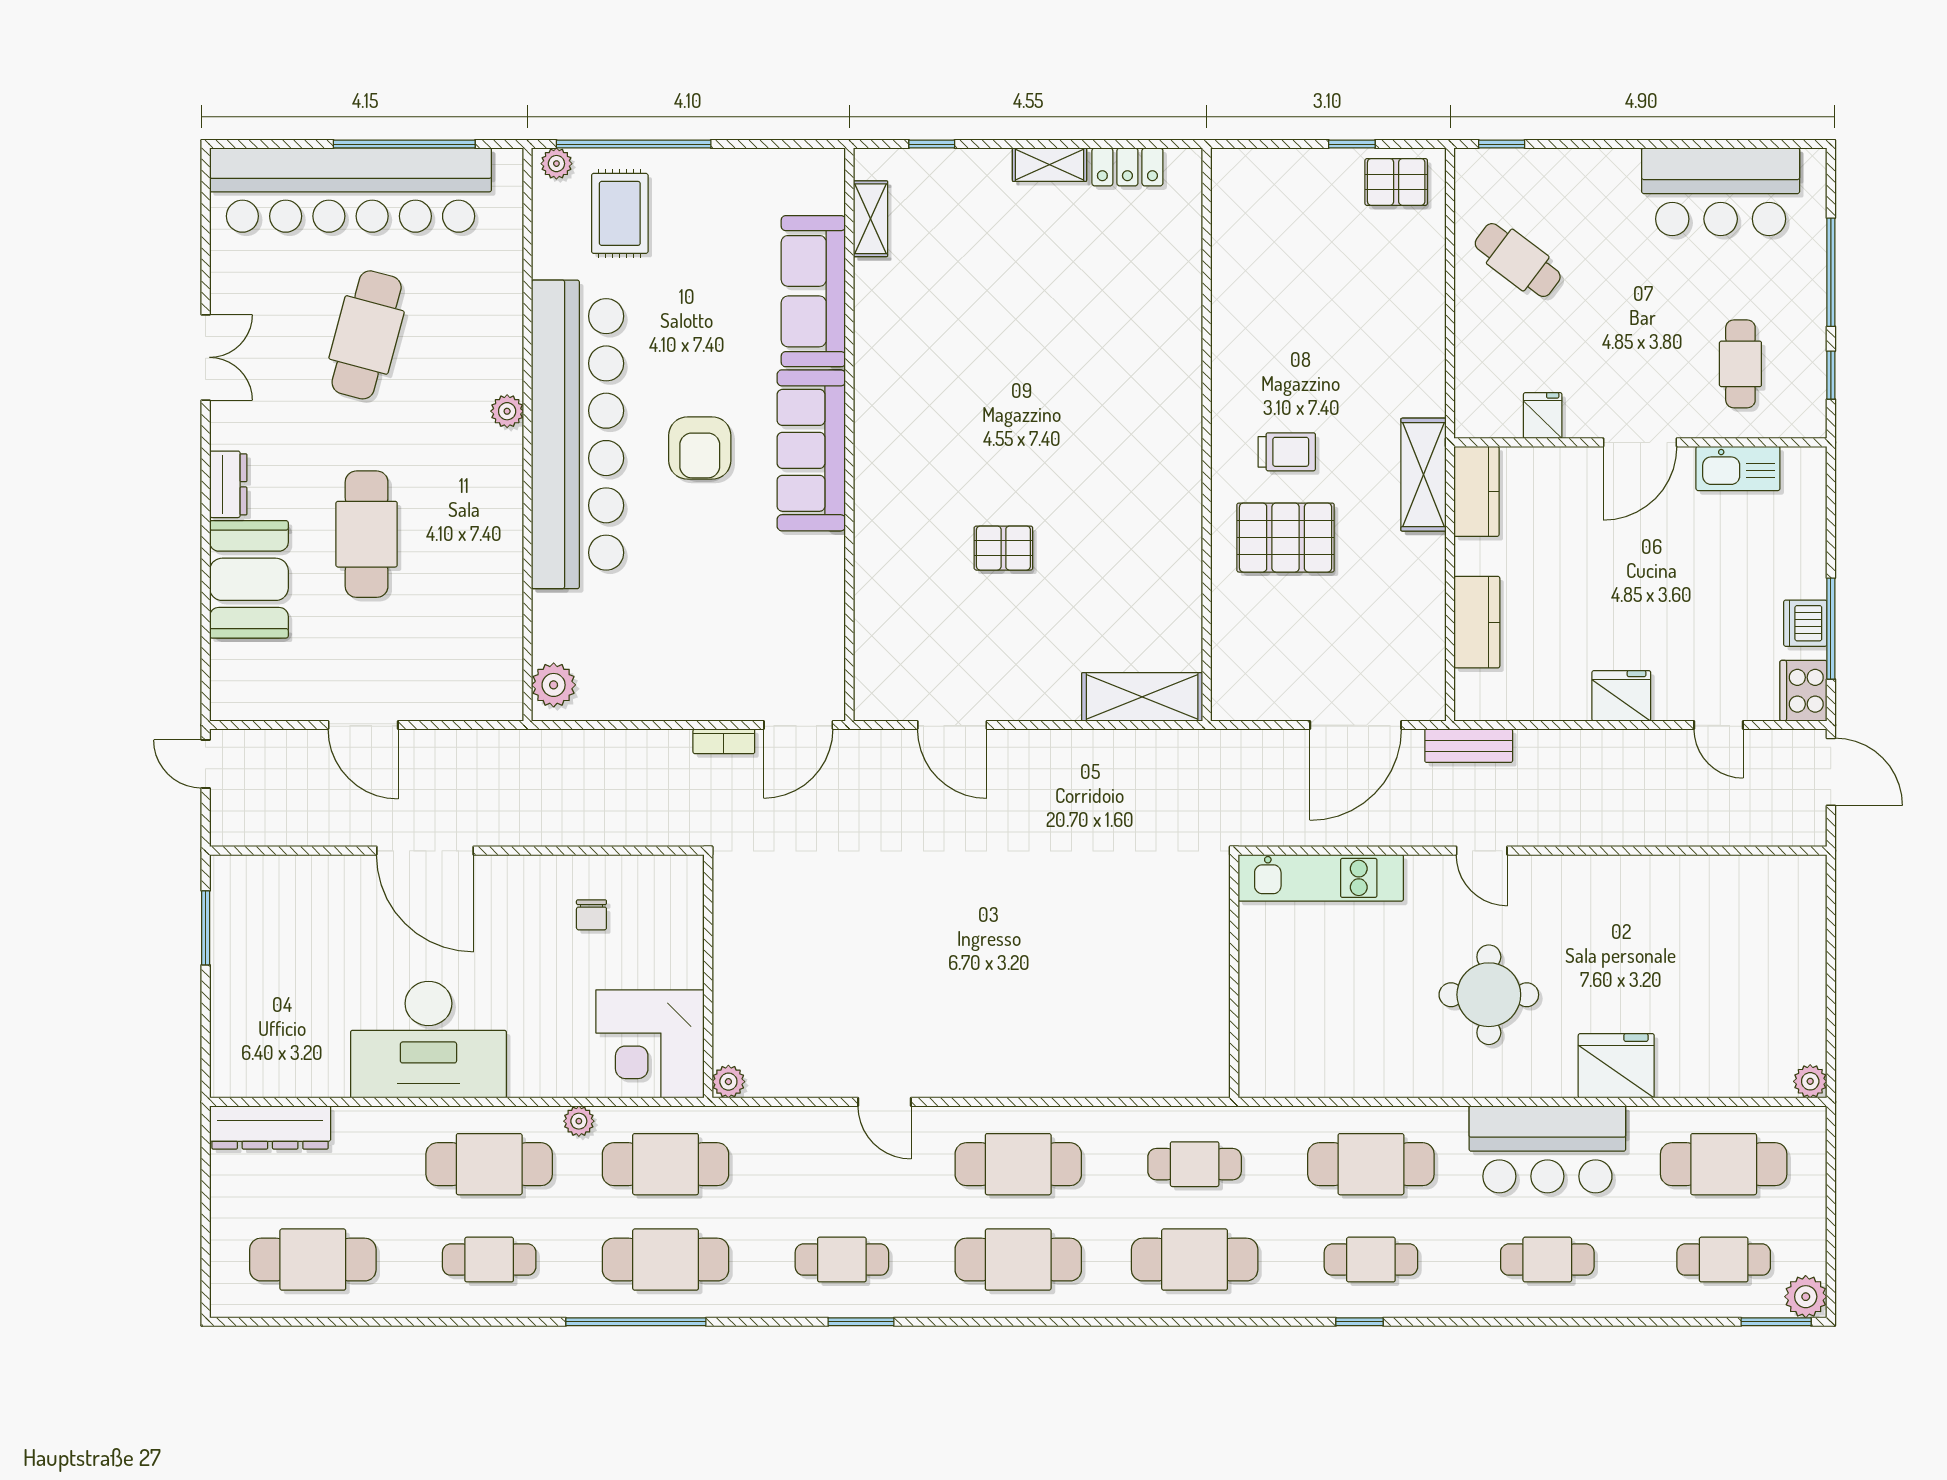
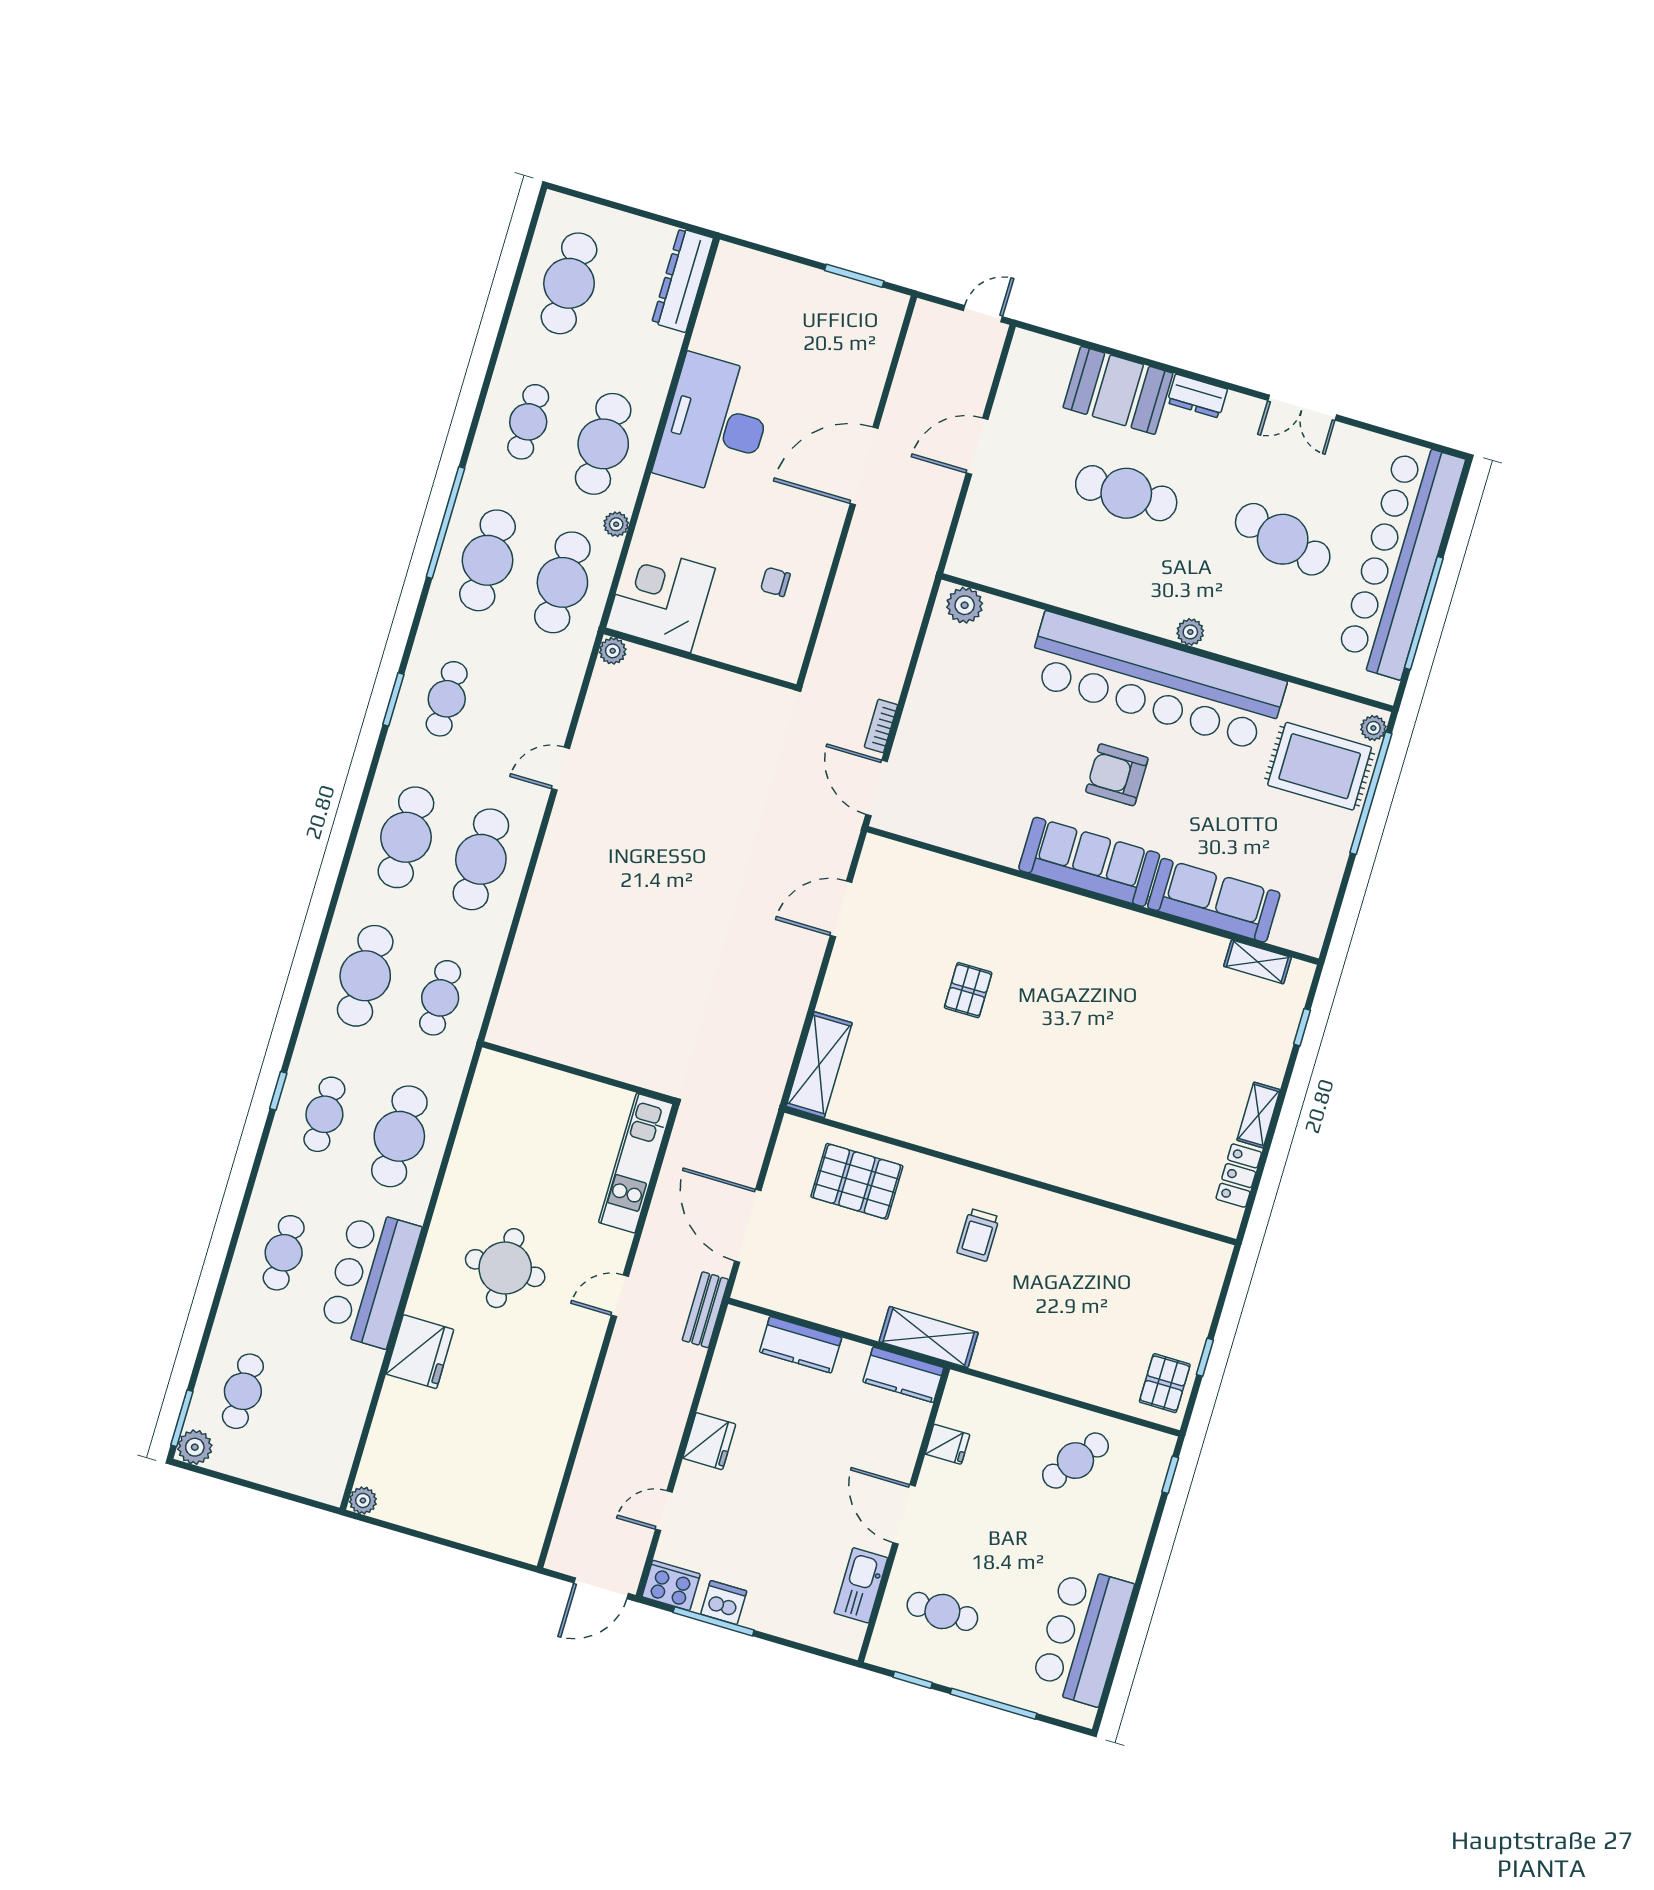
rug: (620, 213) -> (1320, 766), width x1.36, depth x1.43
pallet: (1286, 538) -> (857, 1181), moved, turned 90
cafe table: (1724, 1164) -> (318, 1413), removed

